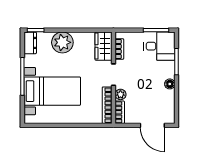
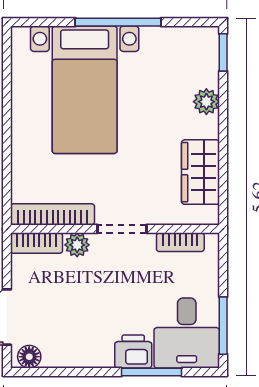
plant: (62, 42) -> (206, 102), width x0.53, depth x0.53
dresser: (30, 43) -> (194, 40), removed
wardrobe: (104, 46) -> (201, 172), moved, turned -90
printer: (167, 70) -> (133, 351), added
floor lamp: (170, 84) -> (29, 357), moved

